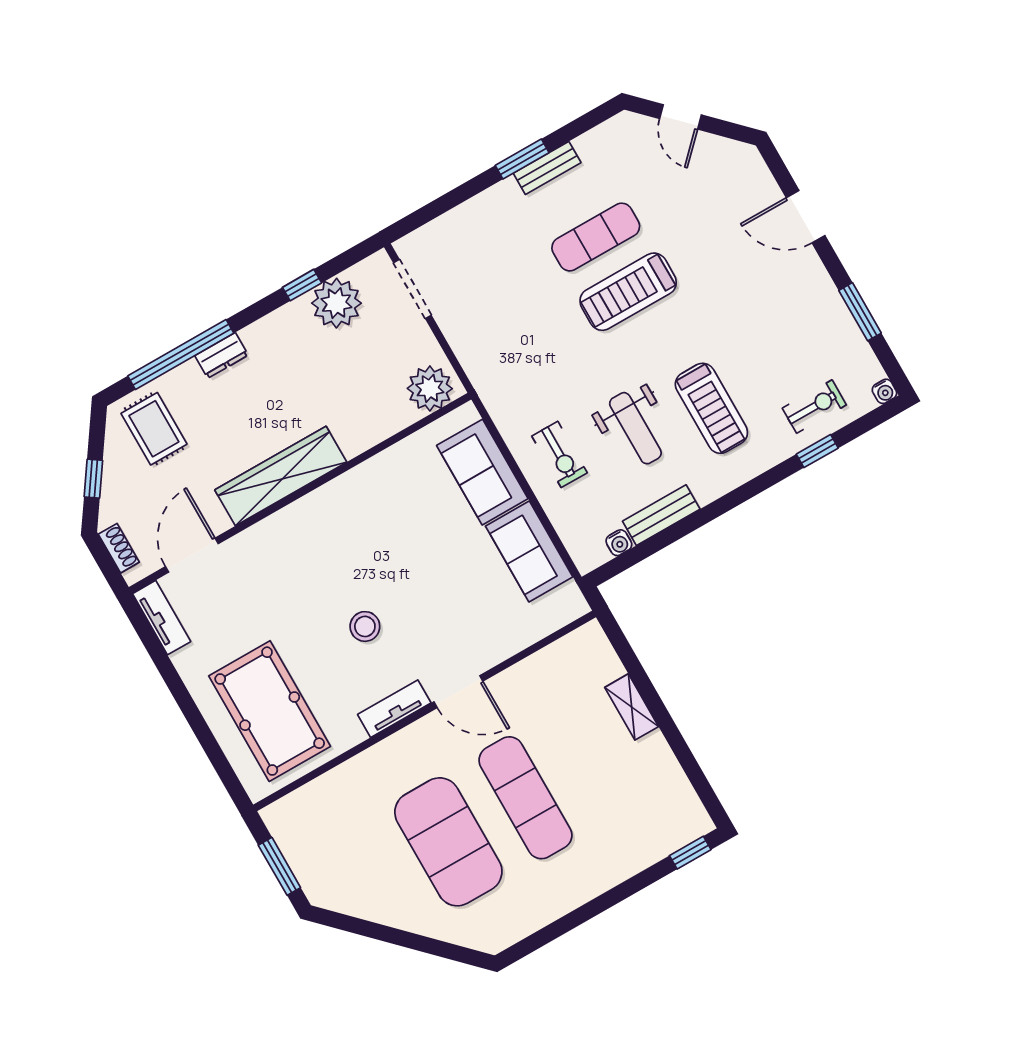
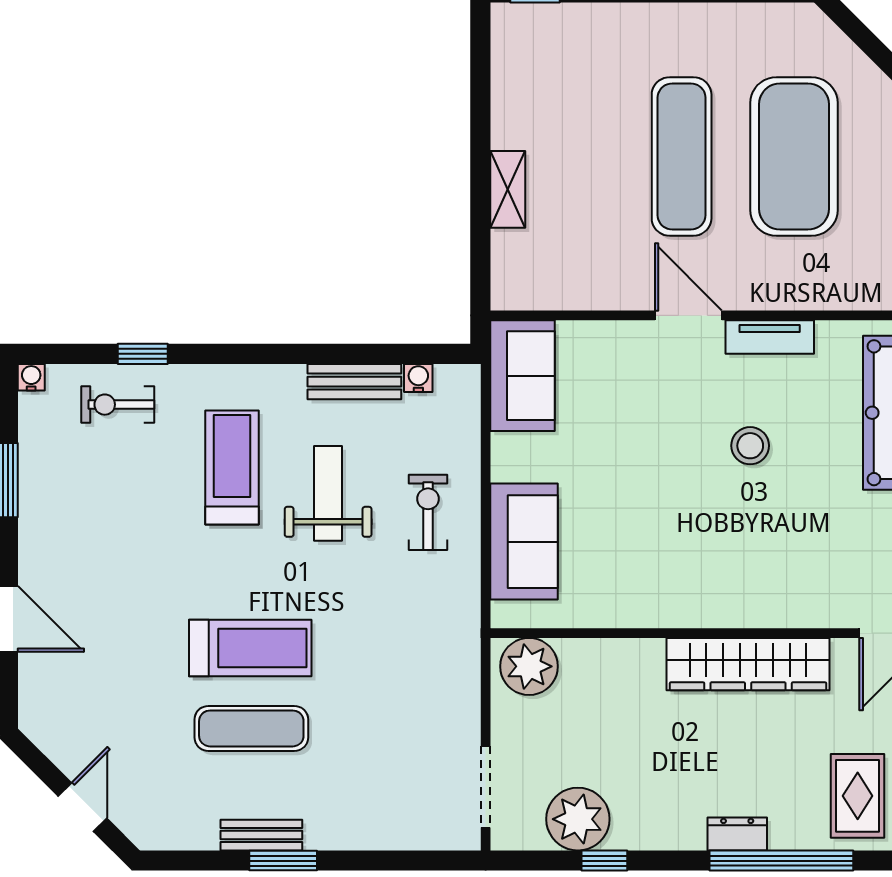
sofa: (529, 552) -> (522, 376), moved

